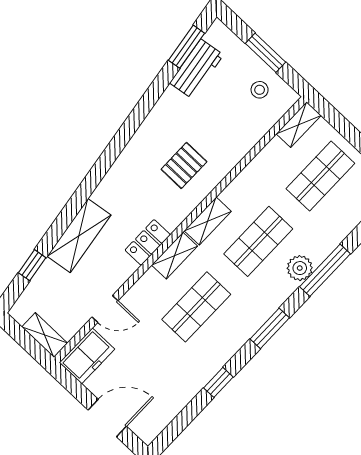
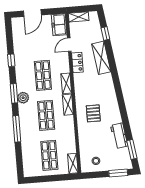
window: (266, 53) -> (118, 173), moved
workbench: (197, 69) -> (119, 136), moved
locker: (148, 242) -> (77, 62), moved
plant: (300, 268) -> (23, 98), moved

